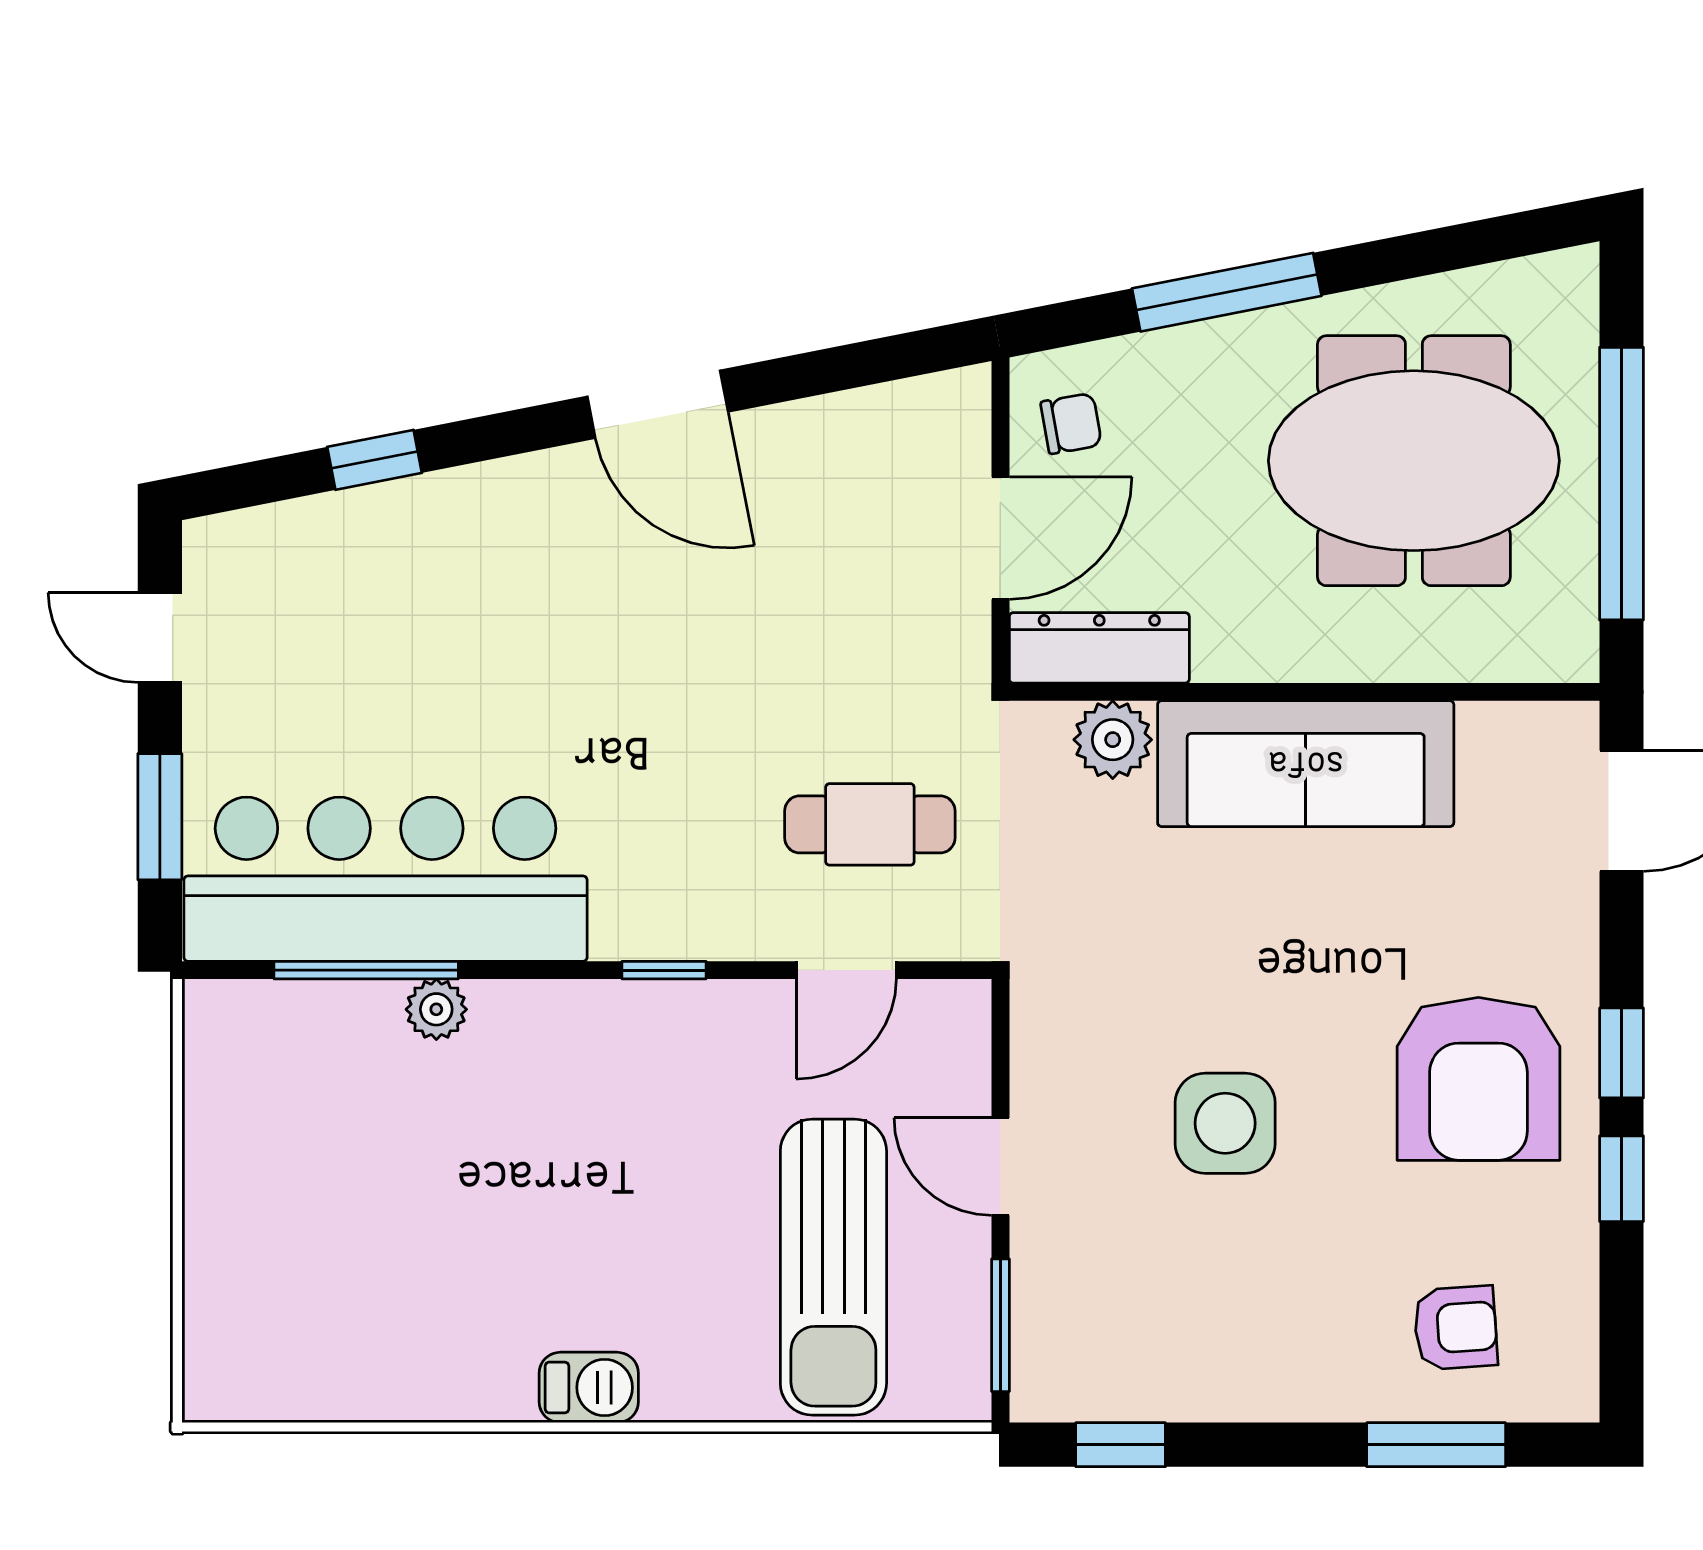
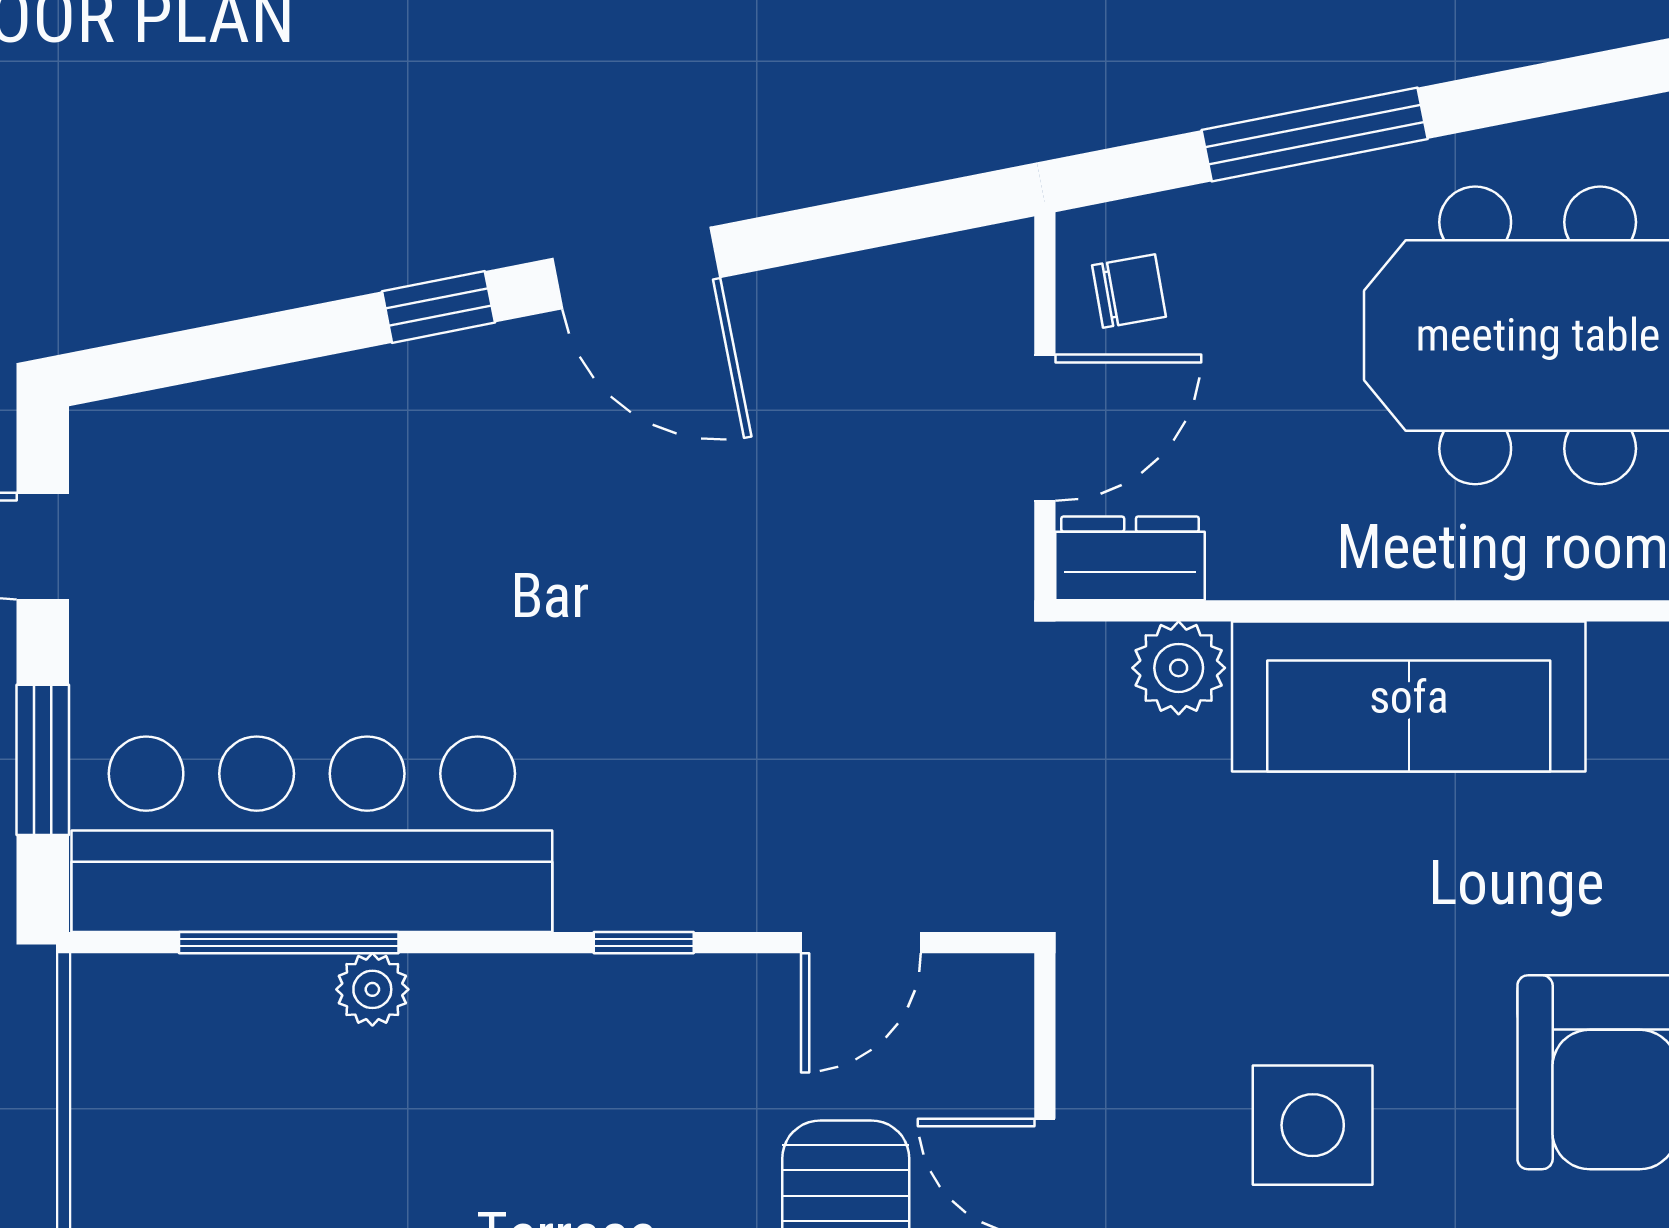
window: (374, 460) -> (438, 307), moved
dresser: (1099, 648) -> (1130, 558), width x0.70
cafe table: (870, 824) -> (889, 769), removed

